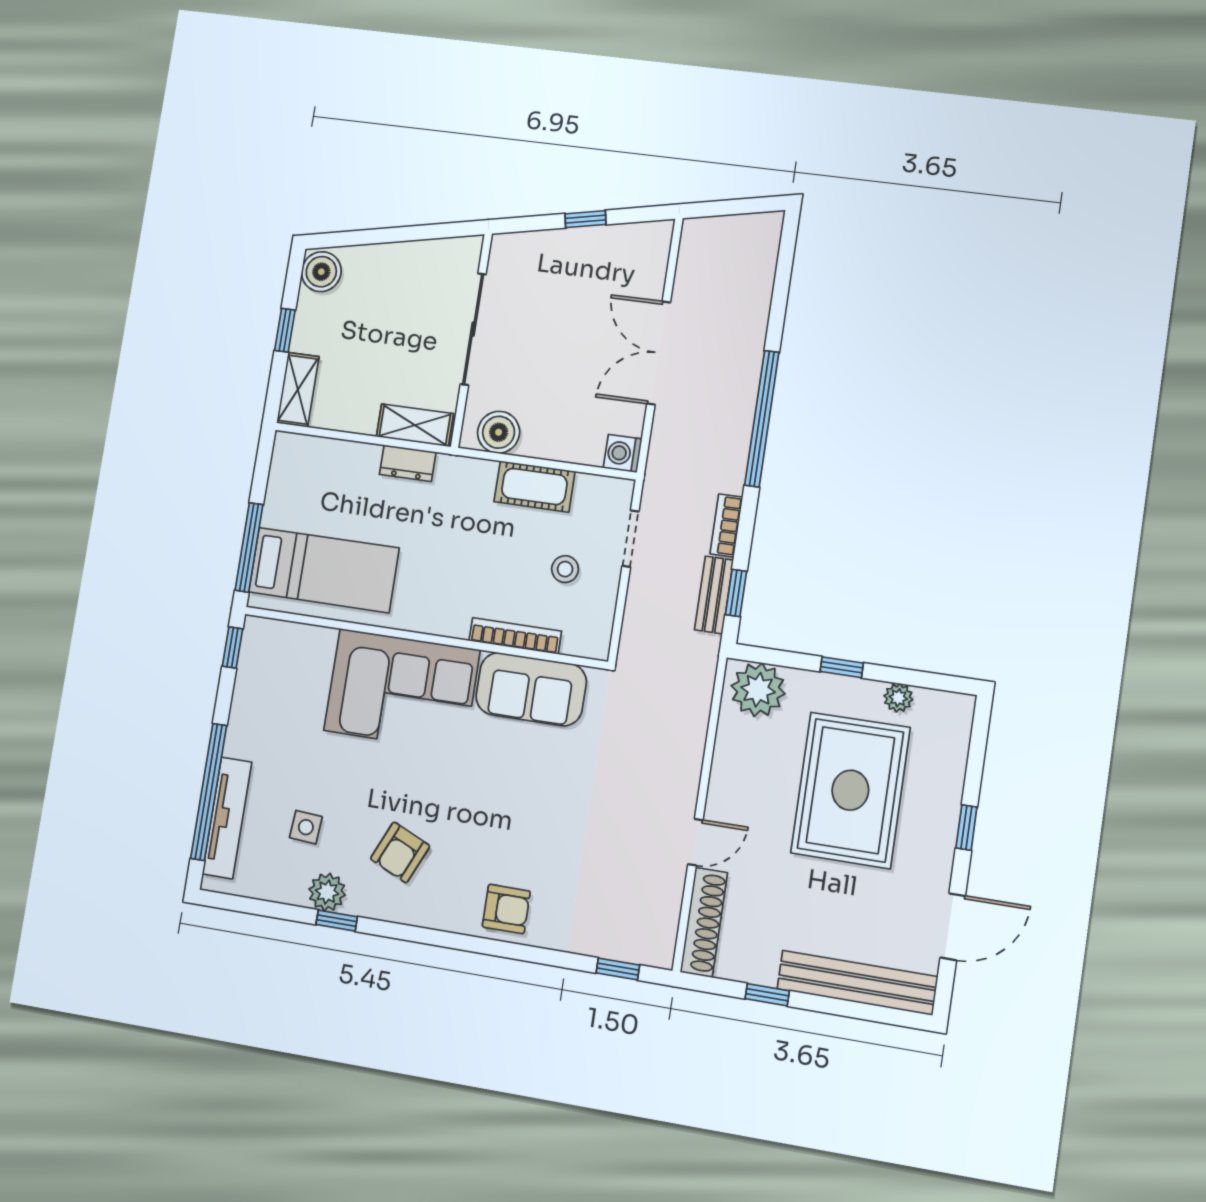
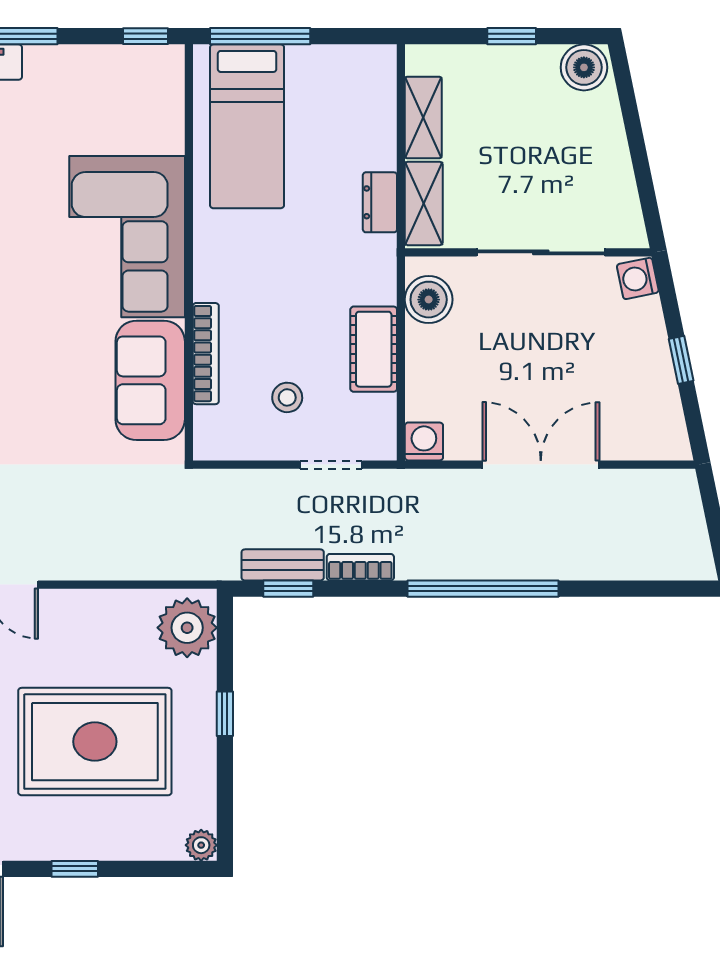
washing machine: (509, 248) -> (638, 278), added
shelving: (298, 390) -> (423, 117), moved, turned 90
plant: (898, 698) -> (201, 845), moved

